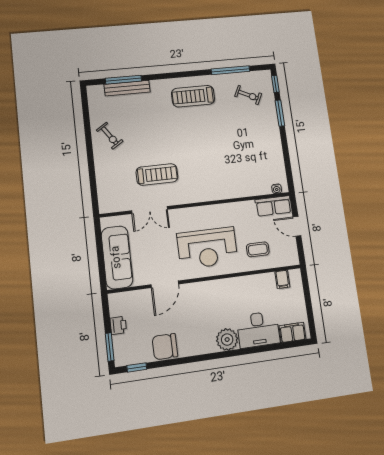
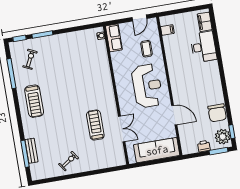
bench: (127, 88) -> (31, 151), width x0.73
door: (297, 226) -> (139, 18), moved
plant: (227, 340) -> (223, 137), moved

